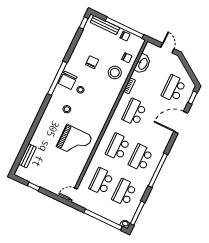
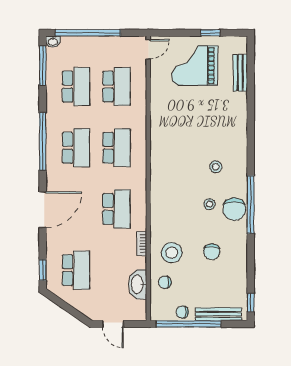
chair: (68, 80) -> (234, 209), turned 180
door: (181, 122) -> (43, 210), moved
grand piano: (74, 141) -> (195, 66), moved

